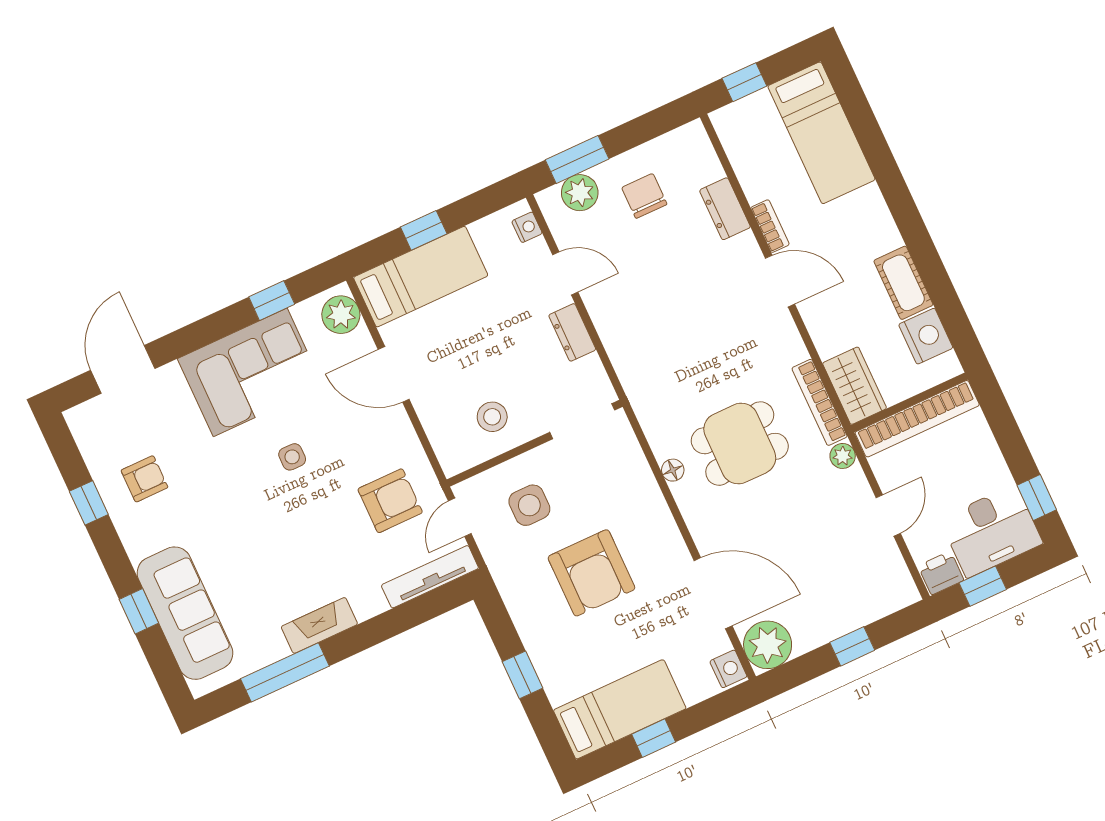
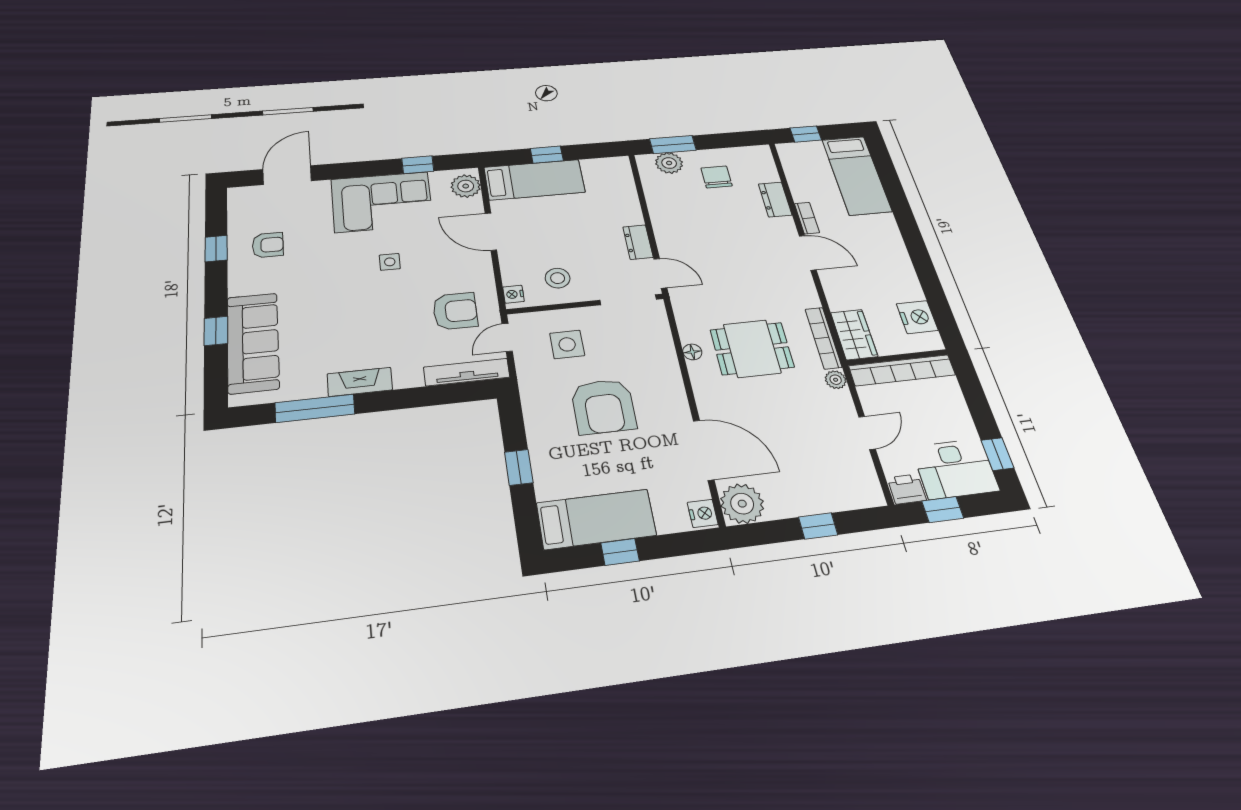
nightstand: (527, 227) -> (513, 294), moved, turned 180
door: (565, 273) -> (660, 273), moved
cot: (903, 283) -> (904, 279), removed

